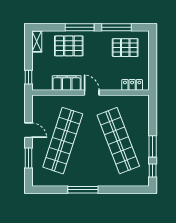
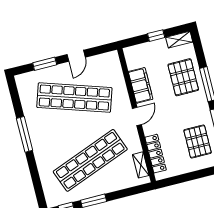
window: (29, 77) -> (156, 36), moved
locker: (132, 85) -> (156, 154), width x1.53
shelving: (133, 100) -> (141, 165), added

